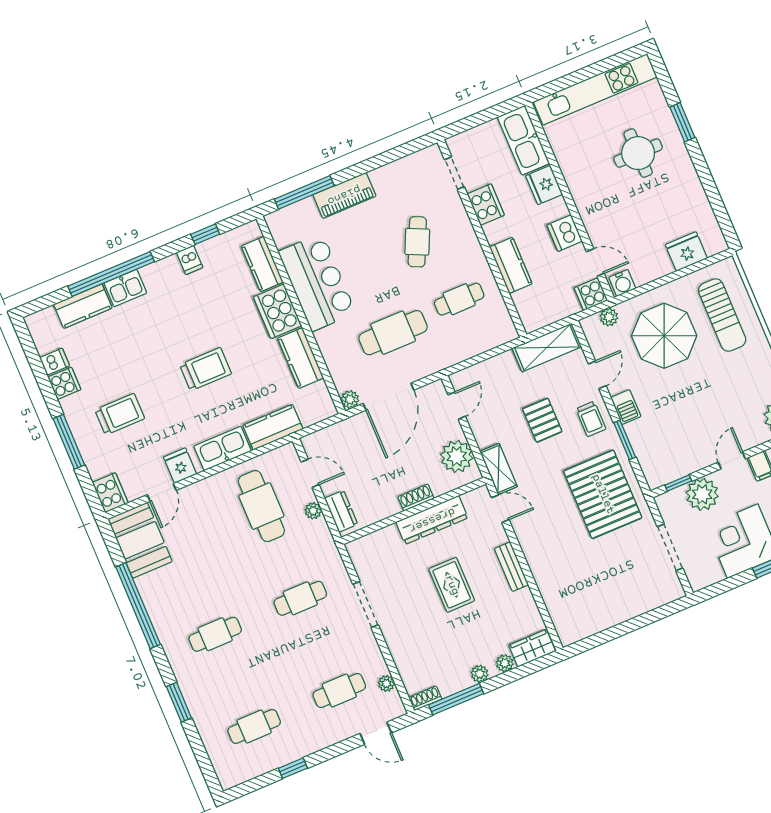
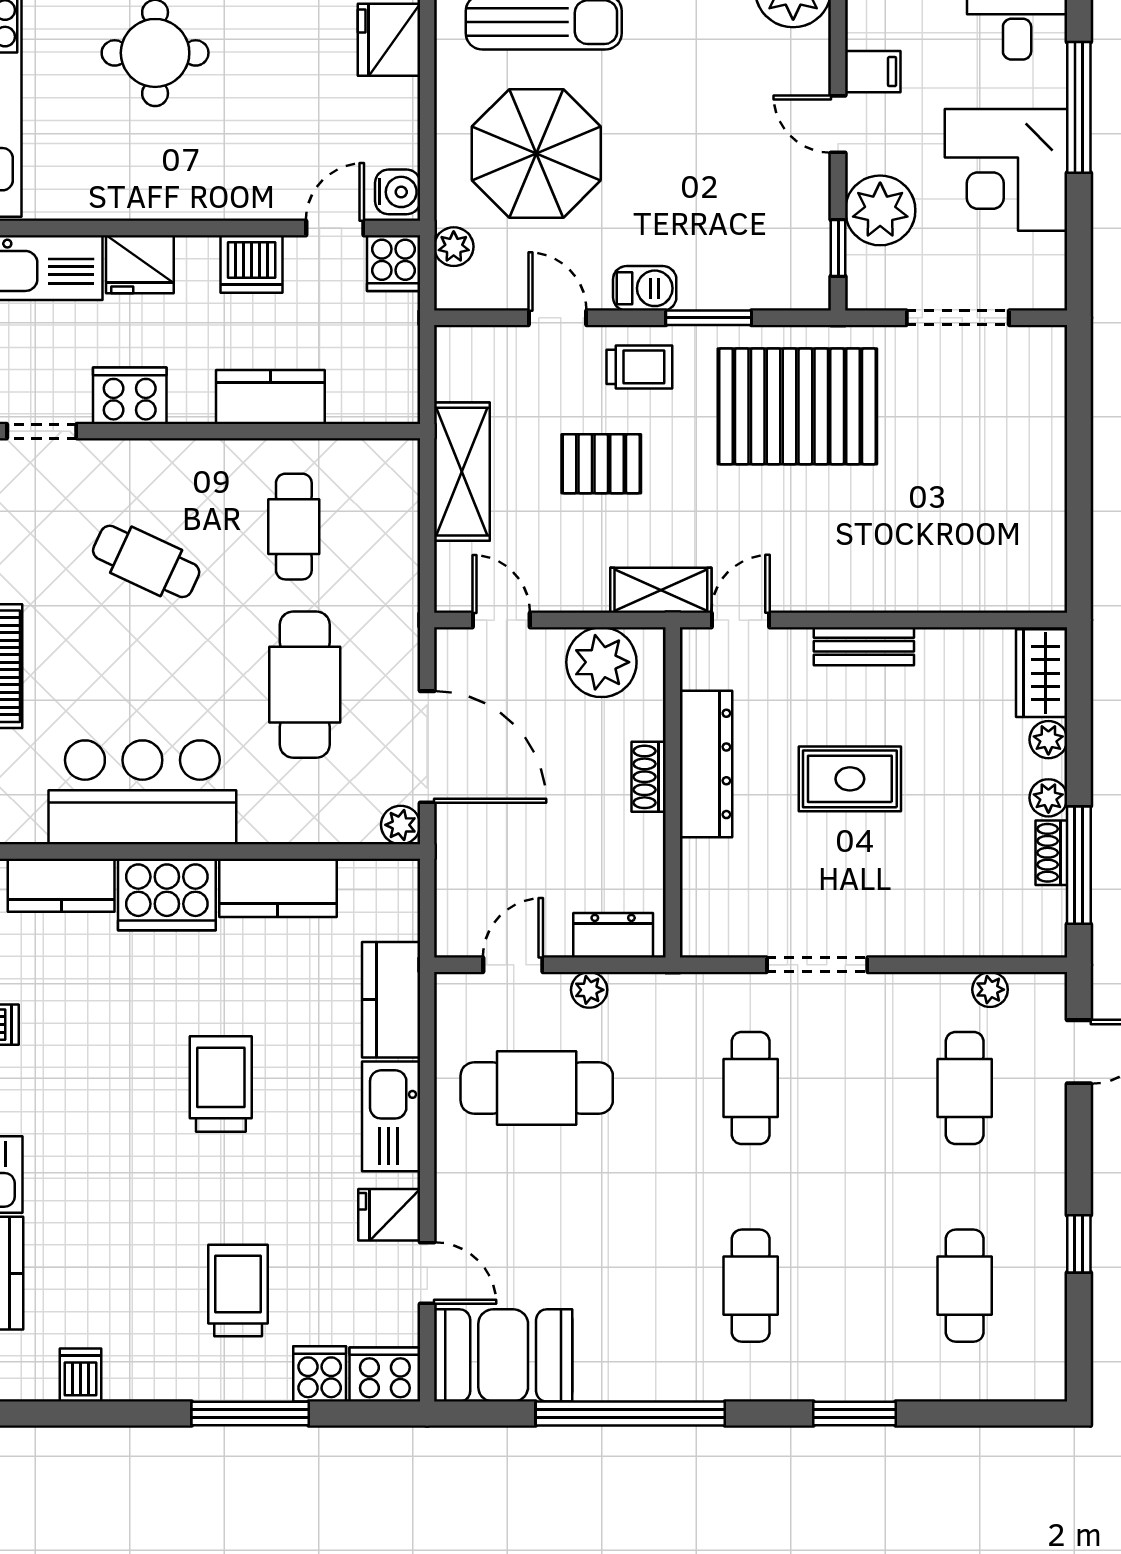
shelving: (547, 347) -> (462, 472), moved
cooker: (64, 383) -> (320, 1374), moved
shoe rack: (425, 698) -> (1051, 853), moved

